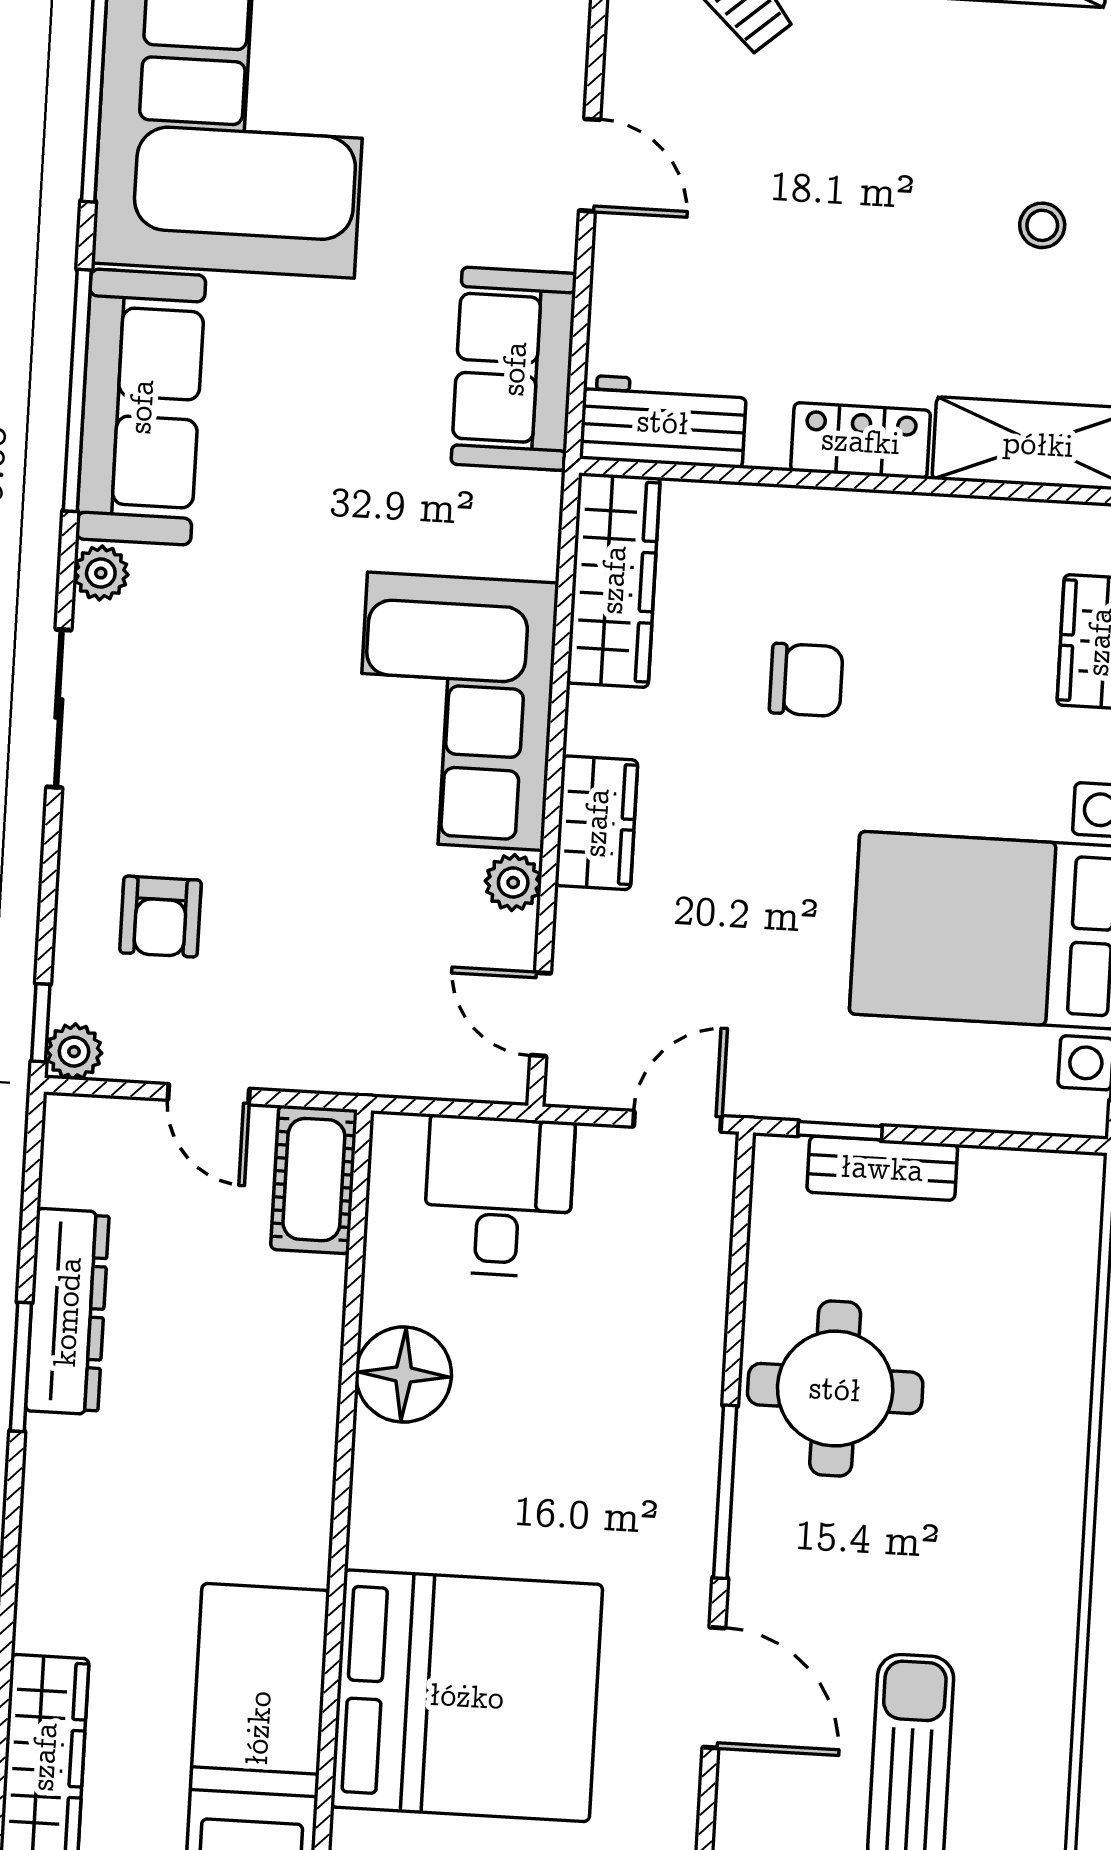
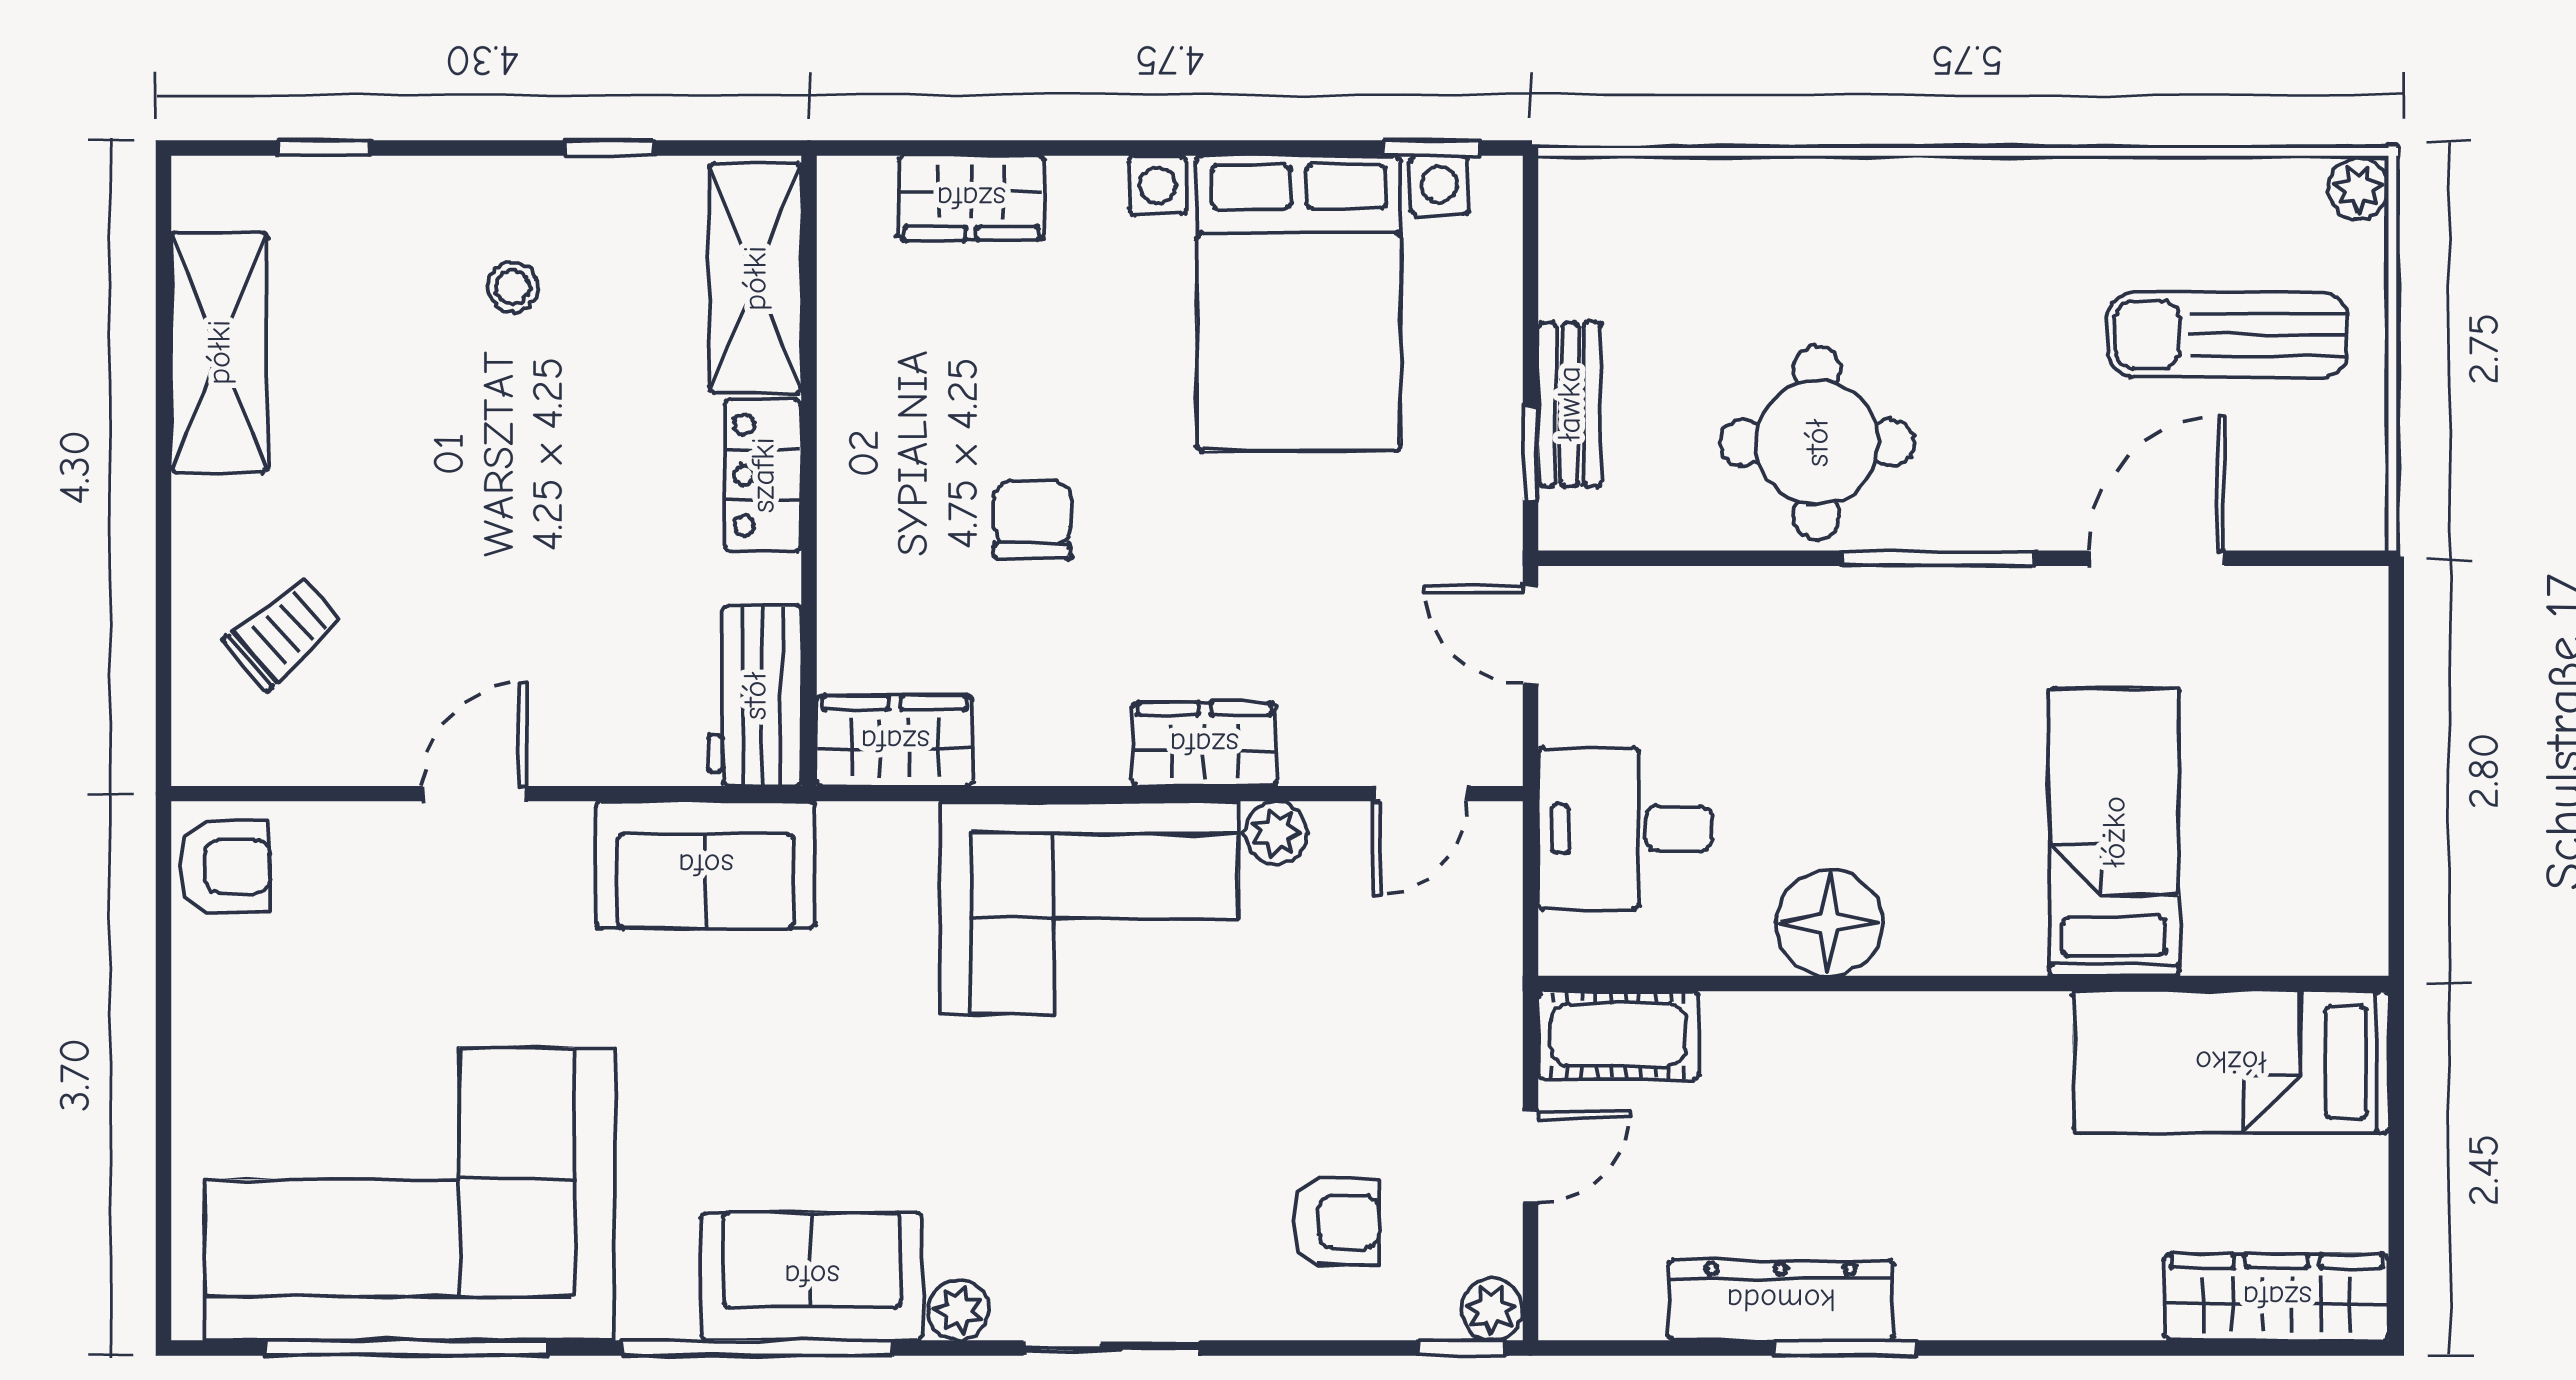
sofa: (141, 407) -> (812, 1276), width x0.73
wardrobe: (613, 580) -> (895, 741), width x0.67
bed: (467, 1696) -> (2114, 832), width x0.49

